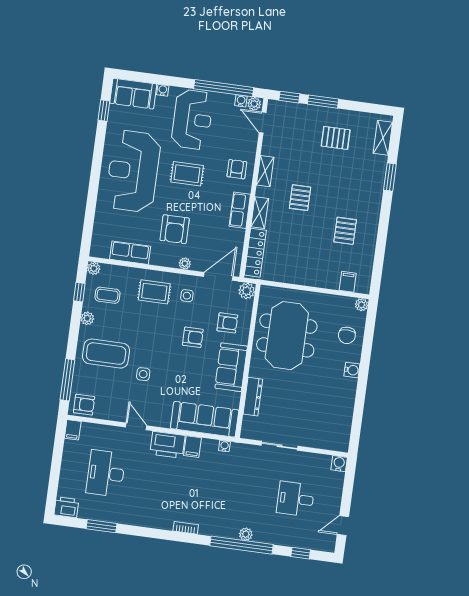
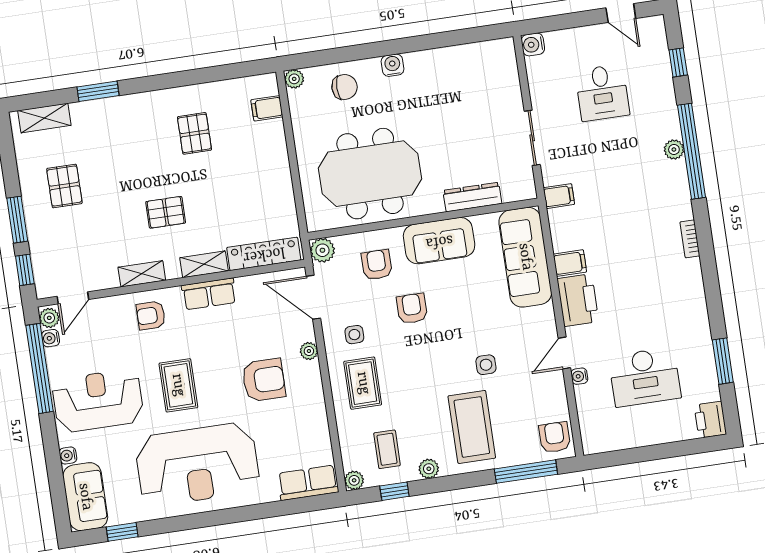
pallet: (345, 231) -> (194, 133), turned 90
row of seats: (130, 253) -> (308, 483), moved, turned 90
filing cabinet: (73, 430) -> (559, 196), moved
water cooler: (224, 446) -> (579, 376), moved

